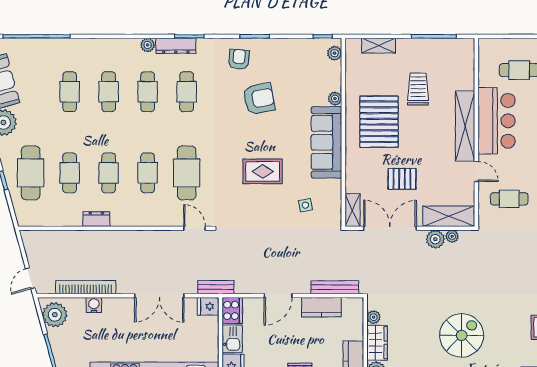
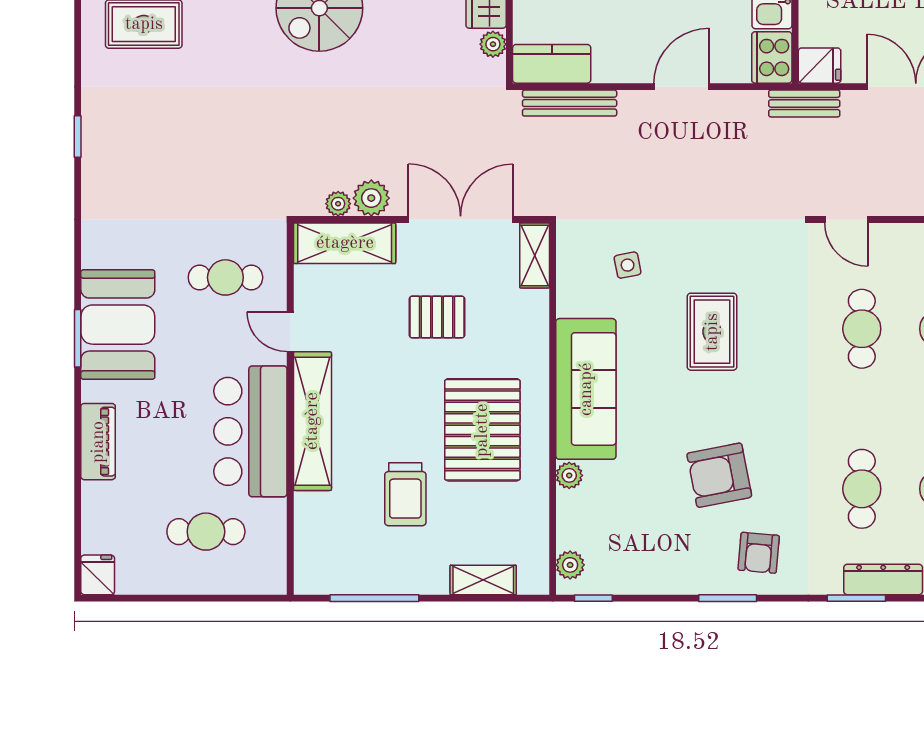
rug: (263, 171) -> (712, 332), turned 90
cafe table: (187, 173) -> (862, 329), width x0.73, depth x0.74
double door: (390, 228) -> (461, 219), swing flipped
kitchen counter: (321, 307) -> (552, 64), moved

